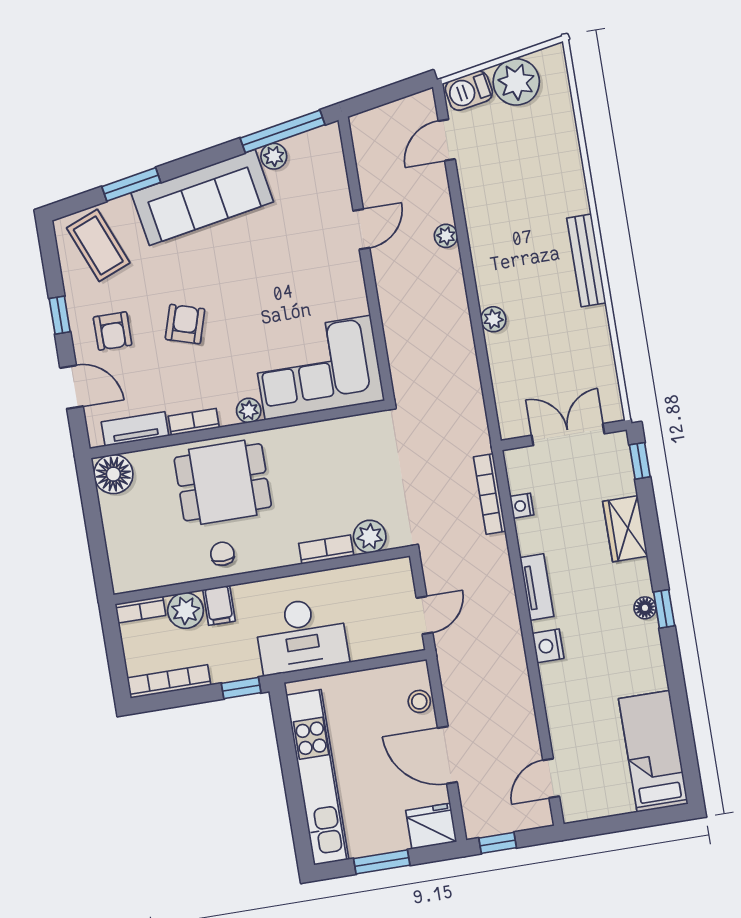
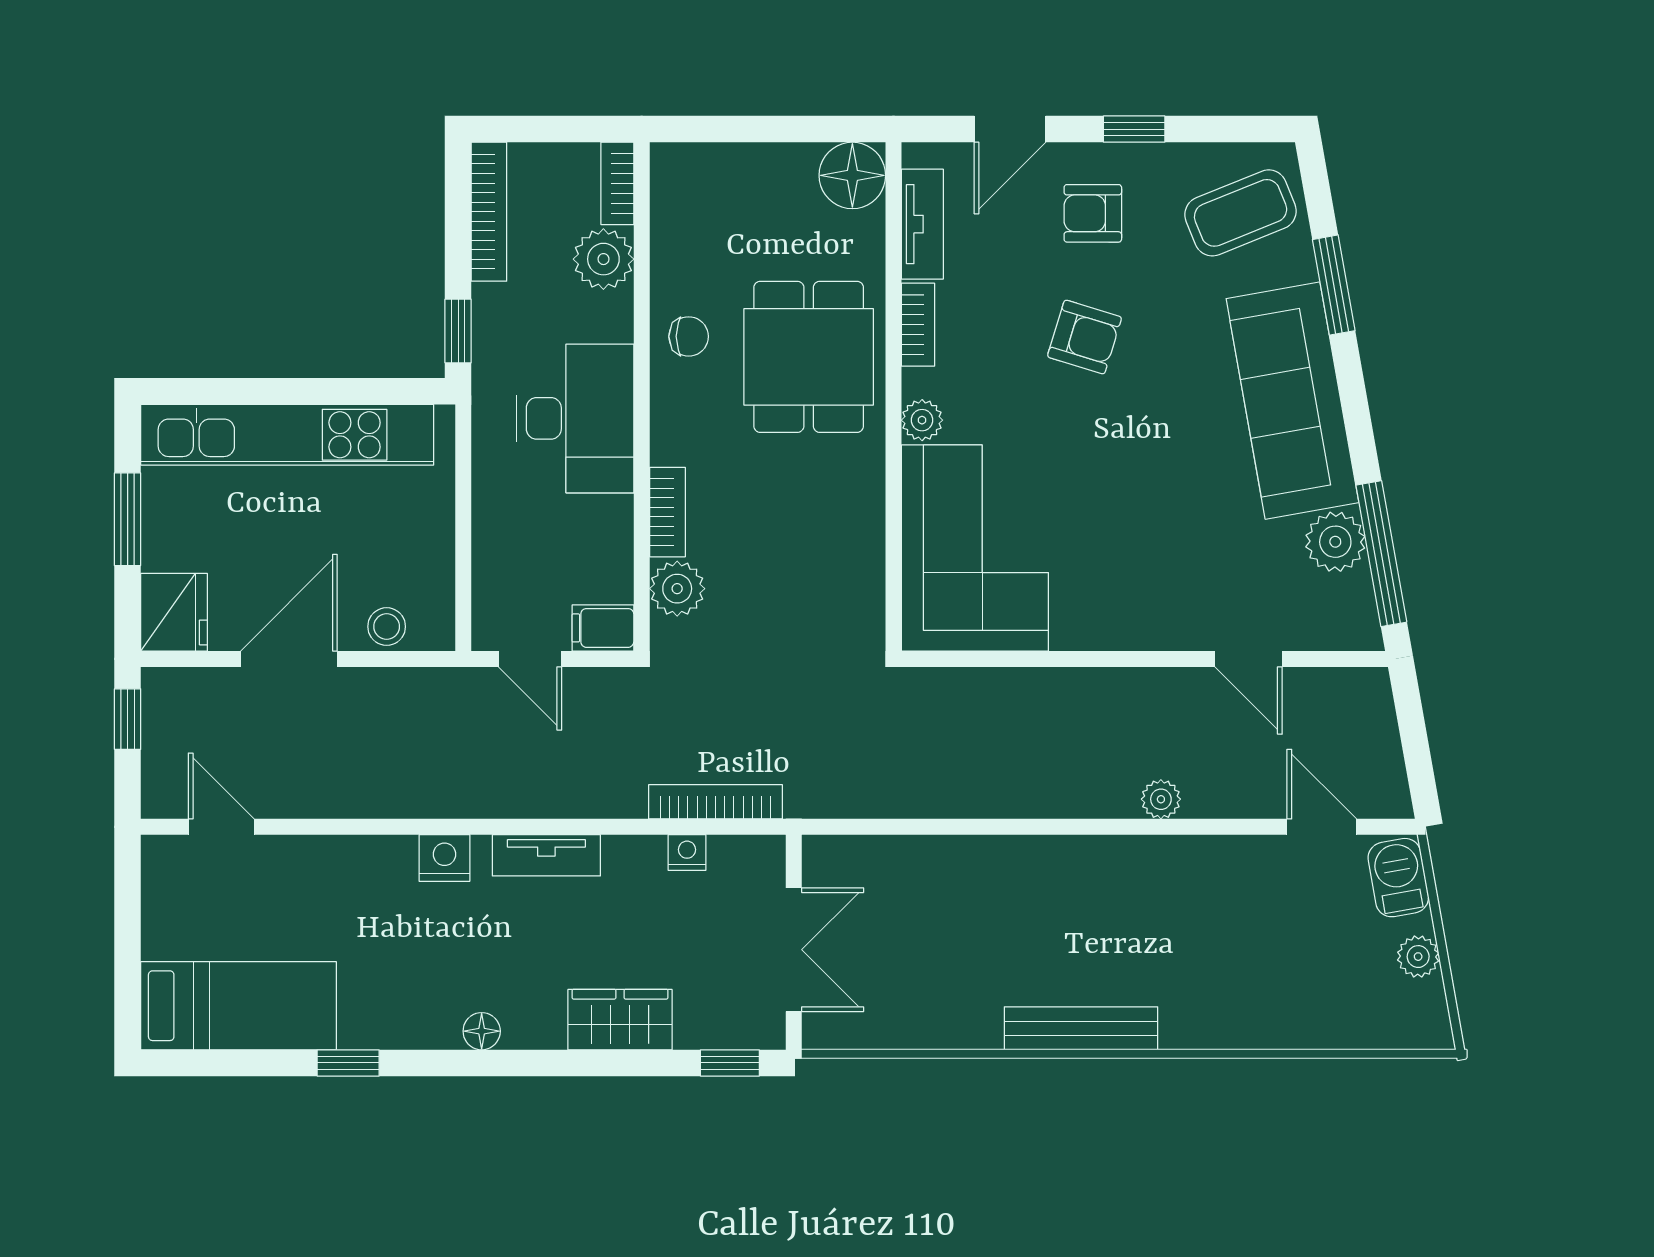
plant: (516, 82) -> (1418, 957), width x0.53, depth x0.53
plant: (274, 156) -> (1335, 542), width x1.38, depth x1.38
door: (361, 229) -> (1248, 659), moved
plant: (493, 319) -> (1008, 856), removed
filing cabinet: (219, 605) -> (603, 628), moved
window: (664, 609) -> (348, 1063), moved
desk: (301, 636) -> (575, 418), moved, turned 180

